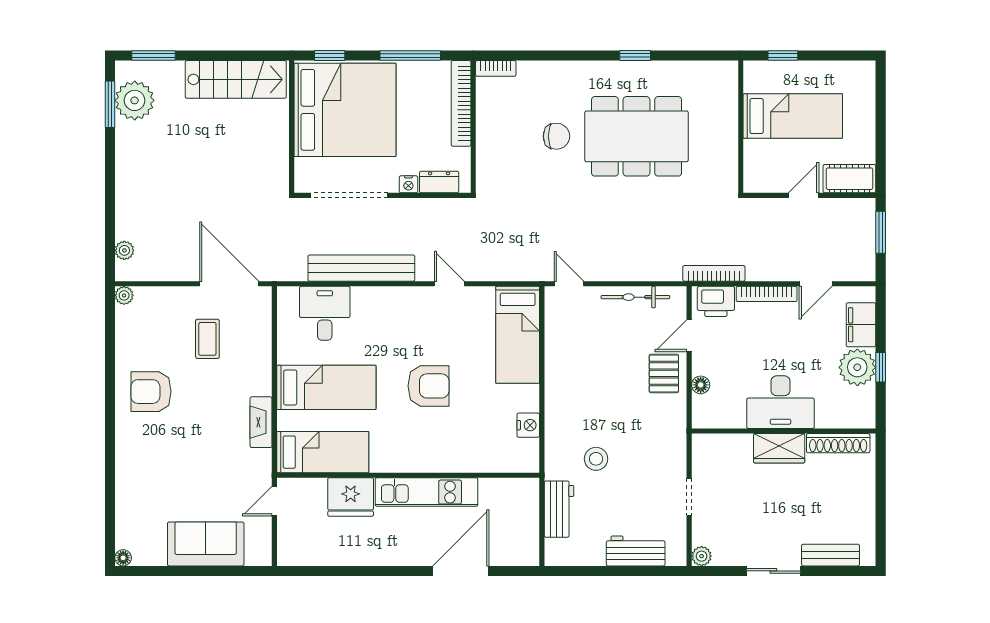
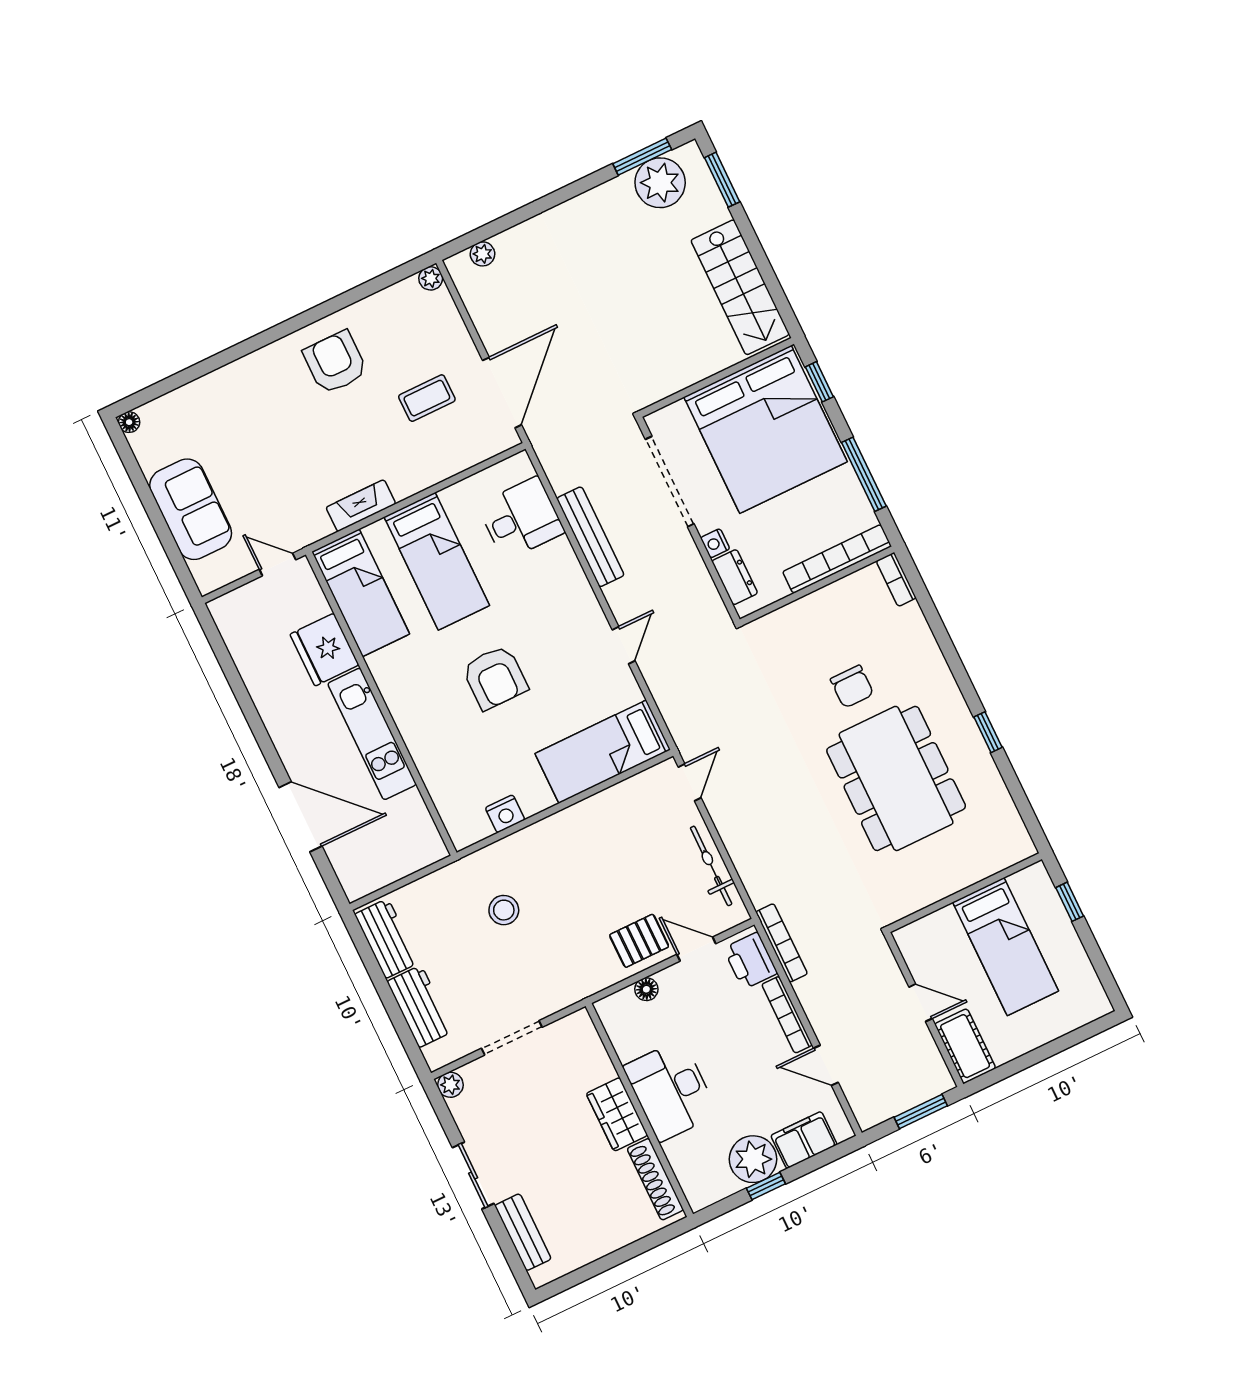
bench: (361, 268) -> (590, 537), width x0.73, depth x0.82
doorway: (689, 497) -> (512, 1038), width x1.38
workbench: (559, 509) -> (387, 938), moved, turned -90

